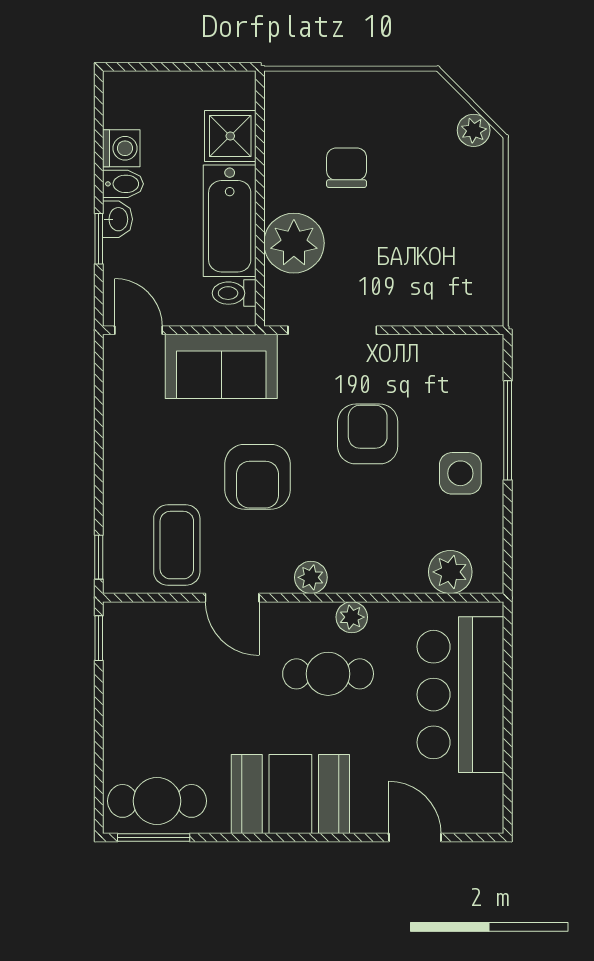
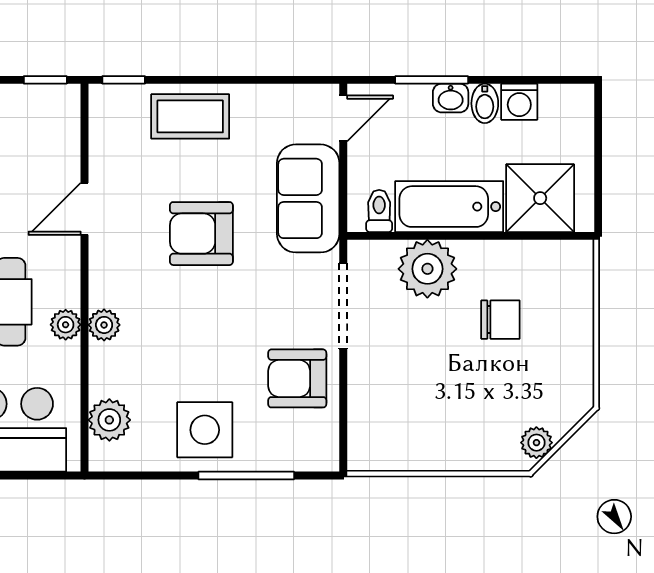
shower: (230, 136) -> (540, 198), width x1.36, depth x1.36
window: (99, 239) -> (432, 80), width x1.50
armchair: (368, 434) -> (297, 378), moved, turned 180
side table: (460, 473) -> (205, 430), width x1.37, depth x1.37
coffee table: (177, 545) -> (190, 116), moved
plant: (311, 577) -> (104, 325), moved

